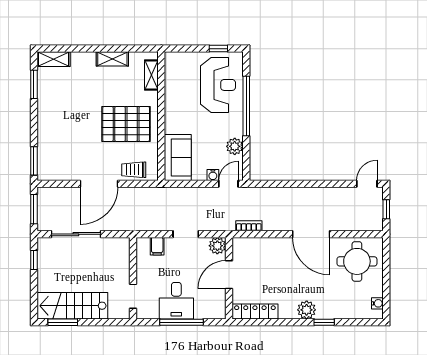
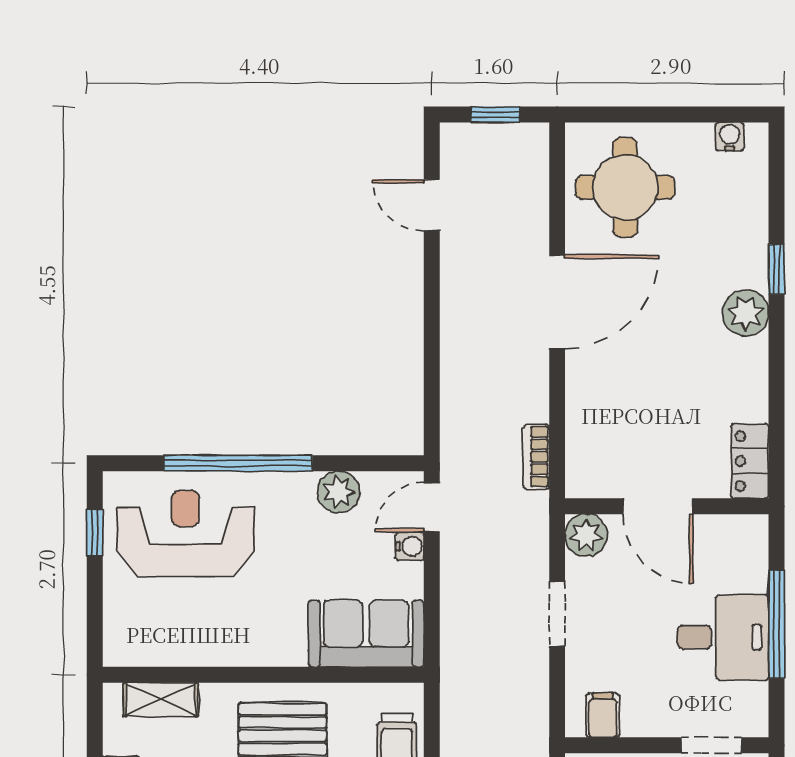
door: (228, 184) -> (432, 507), hinge flipped
door: (367, 184) -> (432, 205), moved
filing cabinet: (157, 246) -> (603, 715), moved, turned -90
locker: (255, 311) -> (750, 461), width x0.66

